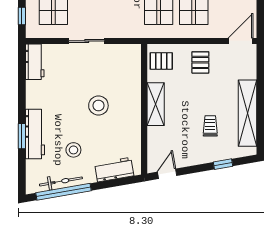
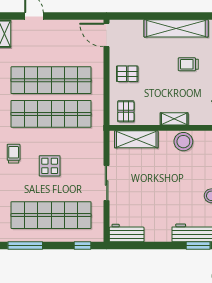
shelving: (132, 72) -> (136, 139), added
shelving: (156, 104) -> (174, 119), width x0.67, depth x0.75
stool: (98, 106) -> (183, 142), moved

